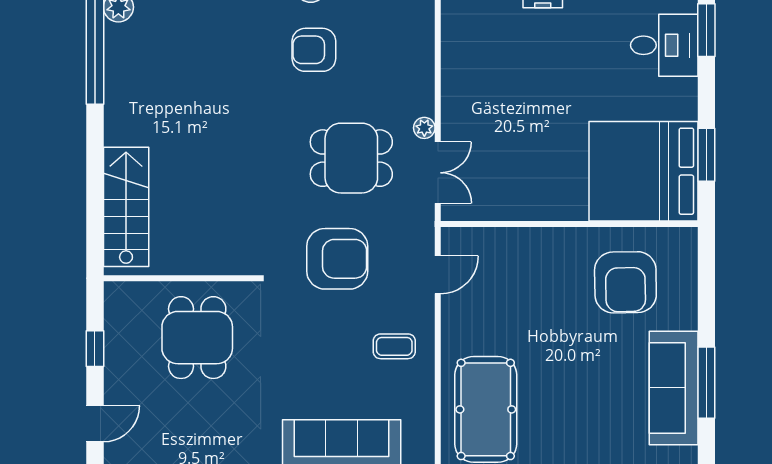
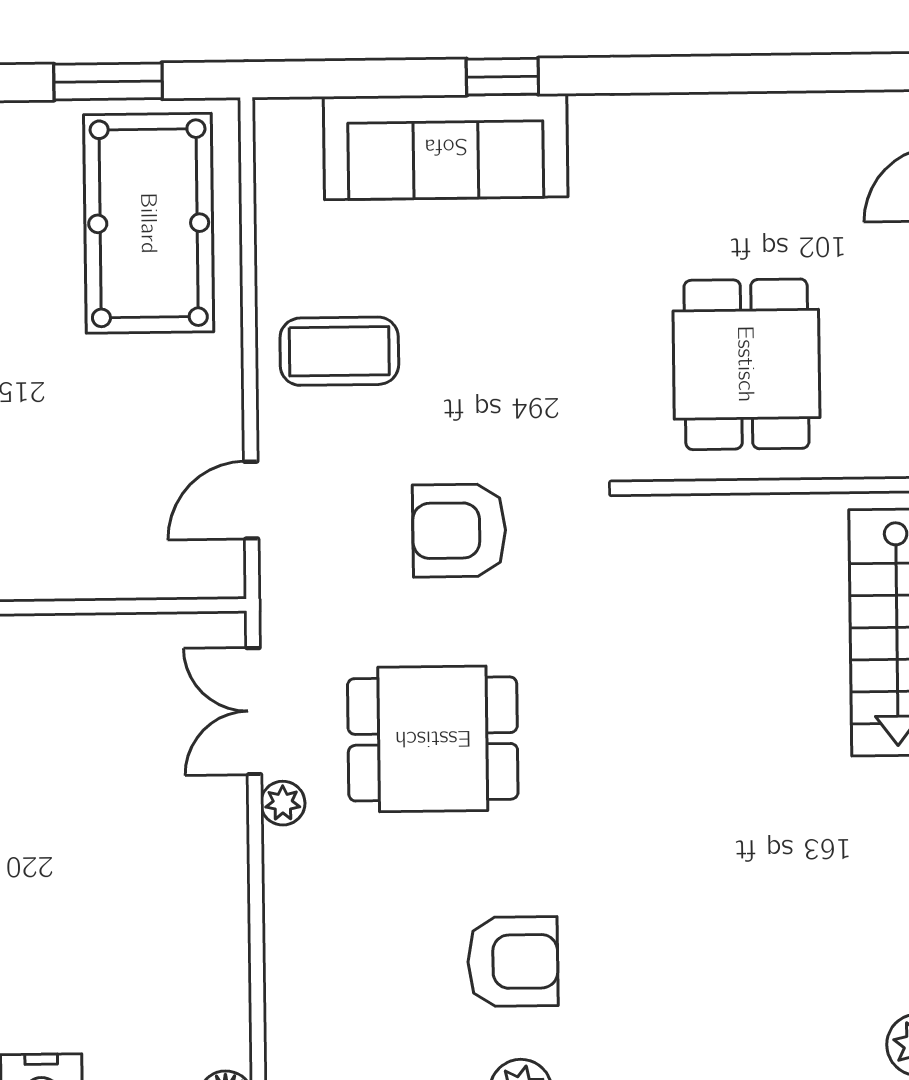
armchair: (337, 259) -> (459, 531), width x0.73, depth x0.73
coffee table: (394, 346) -> (339, 351), width x1.36, depth x1.30

